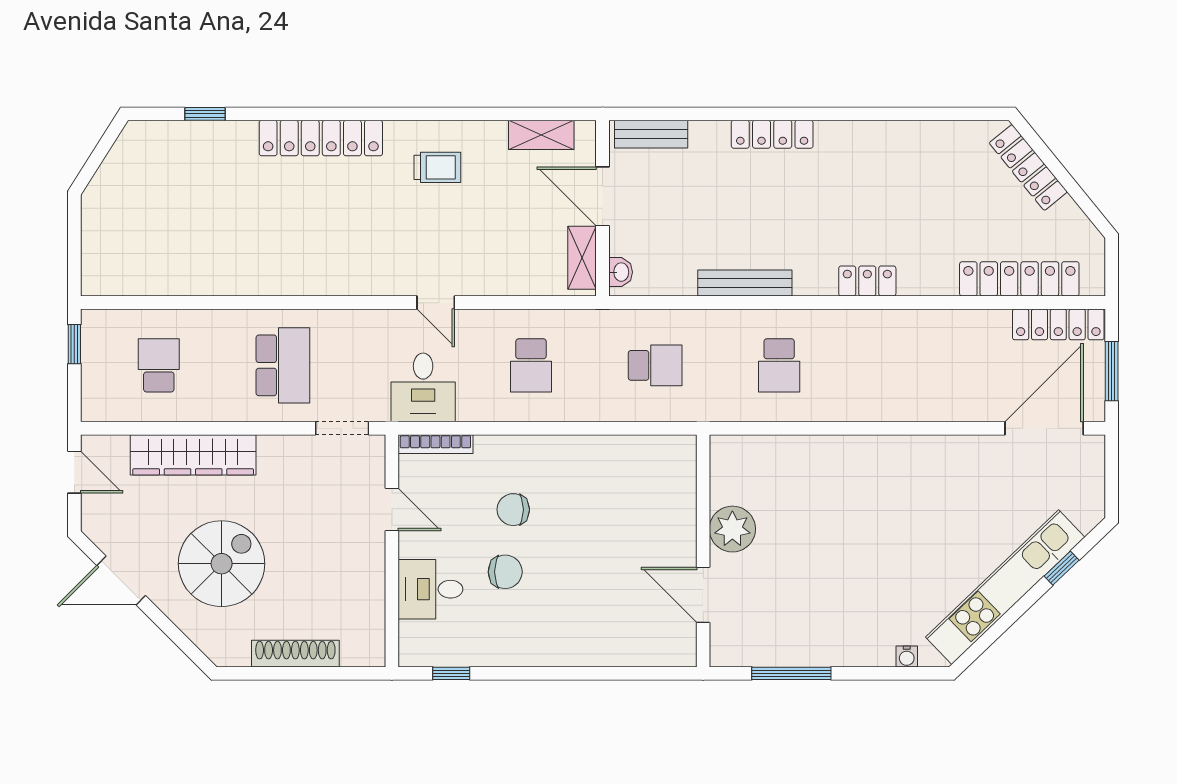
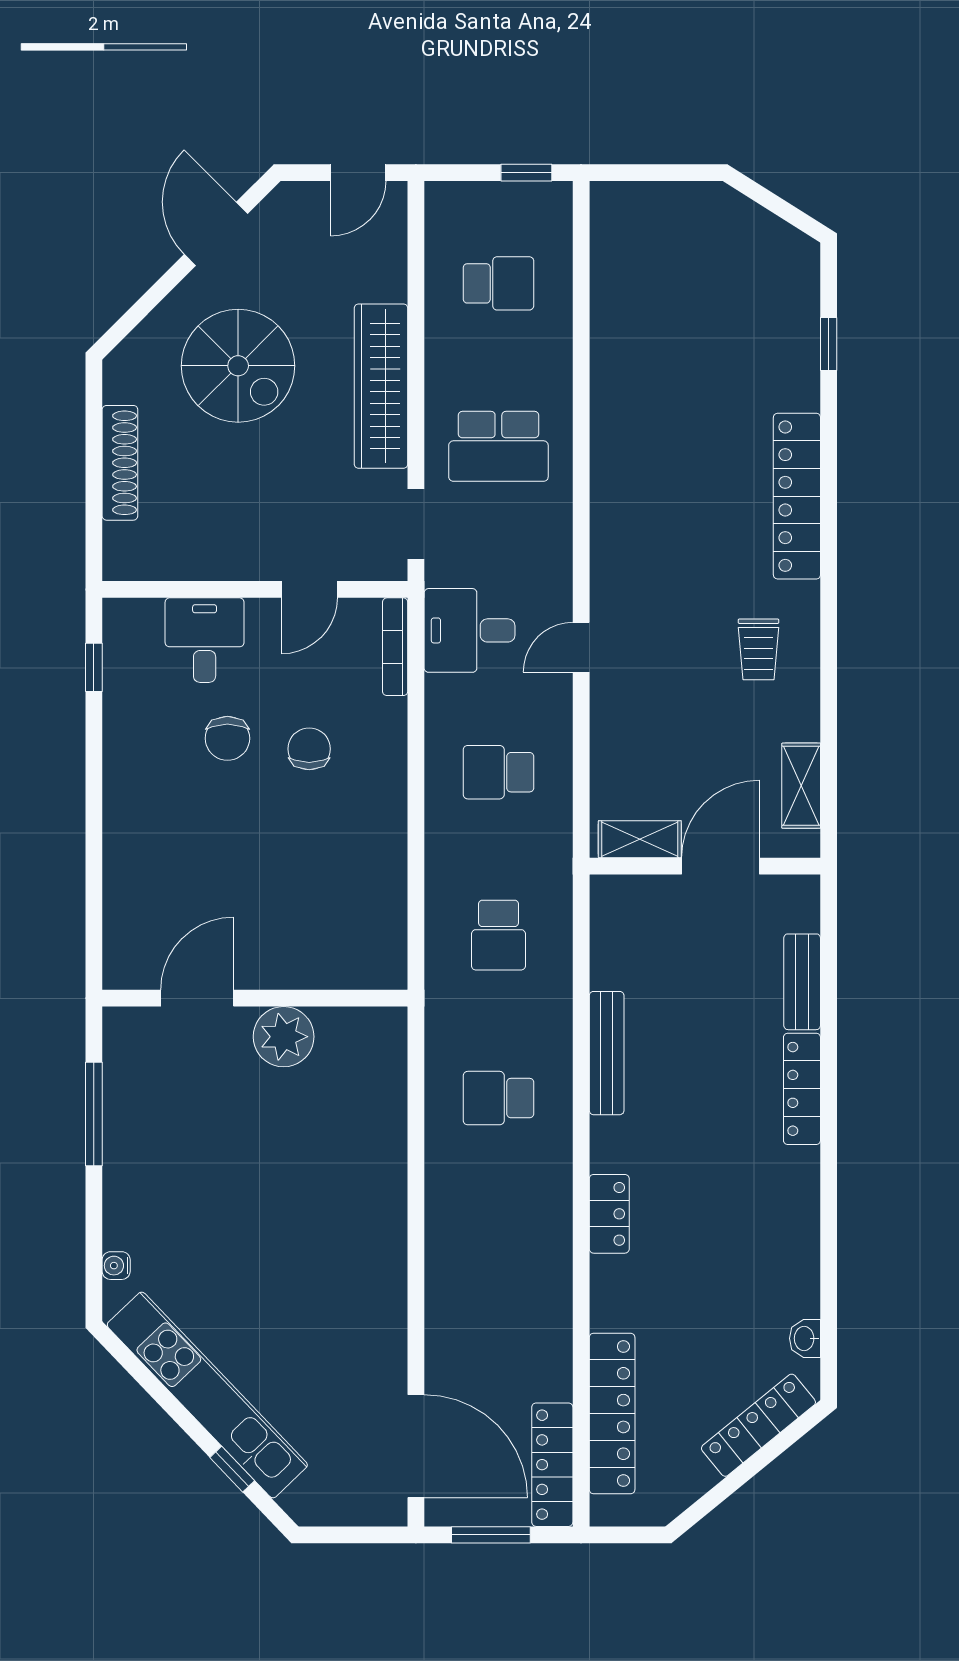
bench: (651, 134) -> (802, 982), moved
washbasin: (621, 272) -> (805, 1338), moved, turned 90
wardrobe: (193, 455) -> (381, 386), moved

